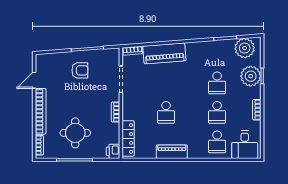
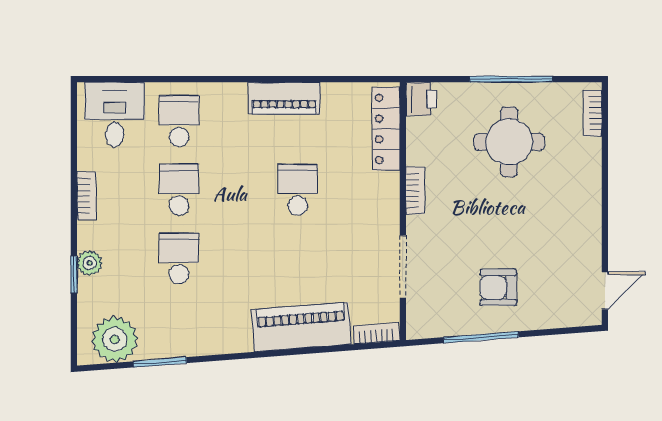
plant: (251, 76) -> (90, 263), width x0.53, depth x0.53
door: (34, 80) -> (605, 291), moved
bookcase: (41, 111) -> (590, 192), removed

